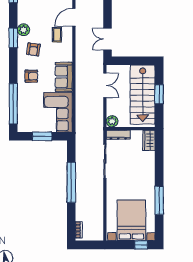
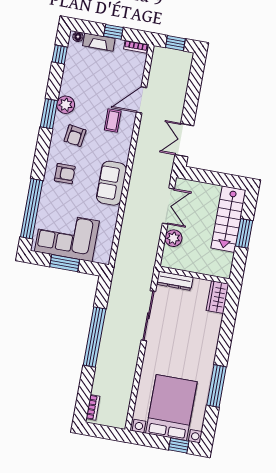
stairs: (143, 95) -> (228, 219), width x0.73, depth x0.66
corner sofa: (58, 112) -> (67, 236), moved, turned 90
plant: (112, 121) -> (173, 238), moved

